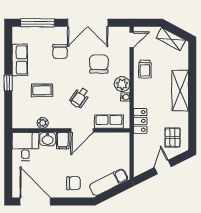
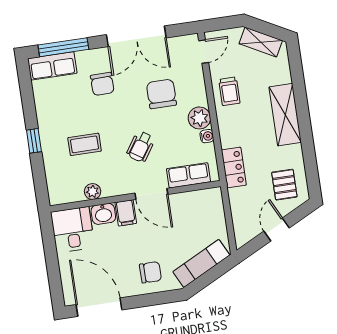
row of seats: (20, 60) -> (52, 66), moved, turned 90
door: (82, 130) -> (151, 194), hinge flipped

